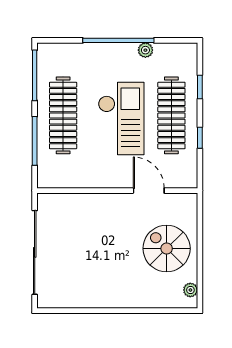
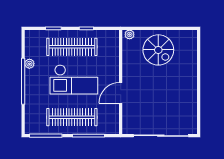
checkout: (121, 118) -> (74, 79), turned 180
door: (149, 191) -> (121, 93), moved
spiral stairs: (167, 248) -> (158, 50), turned -90
plant: (190, 290) -> (130, 34), moved

